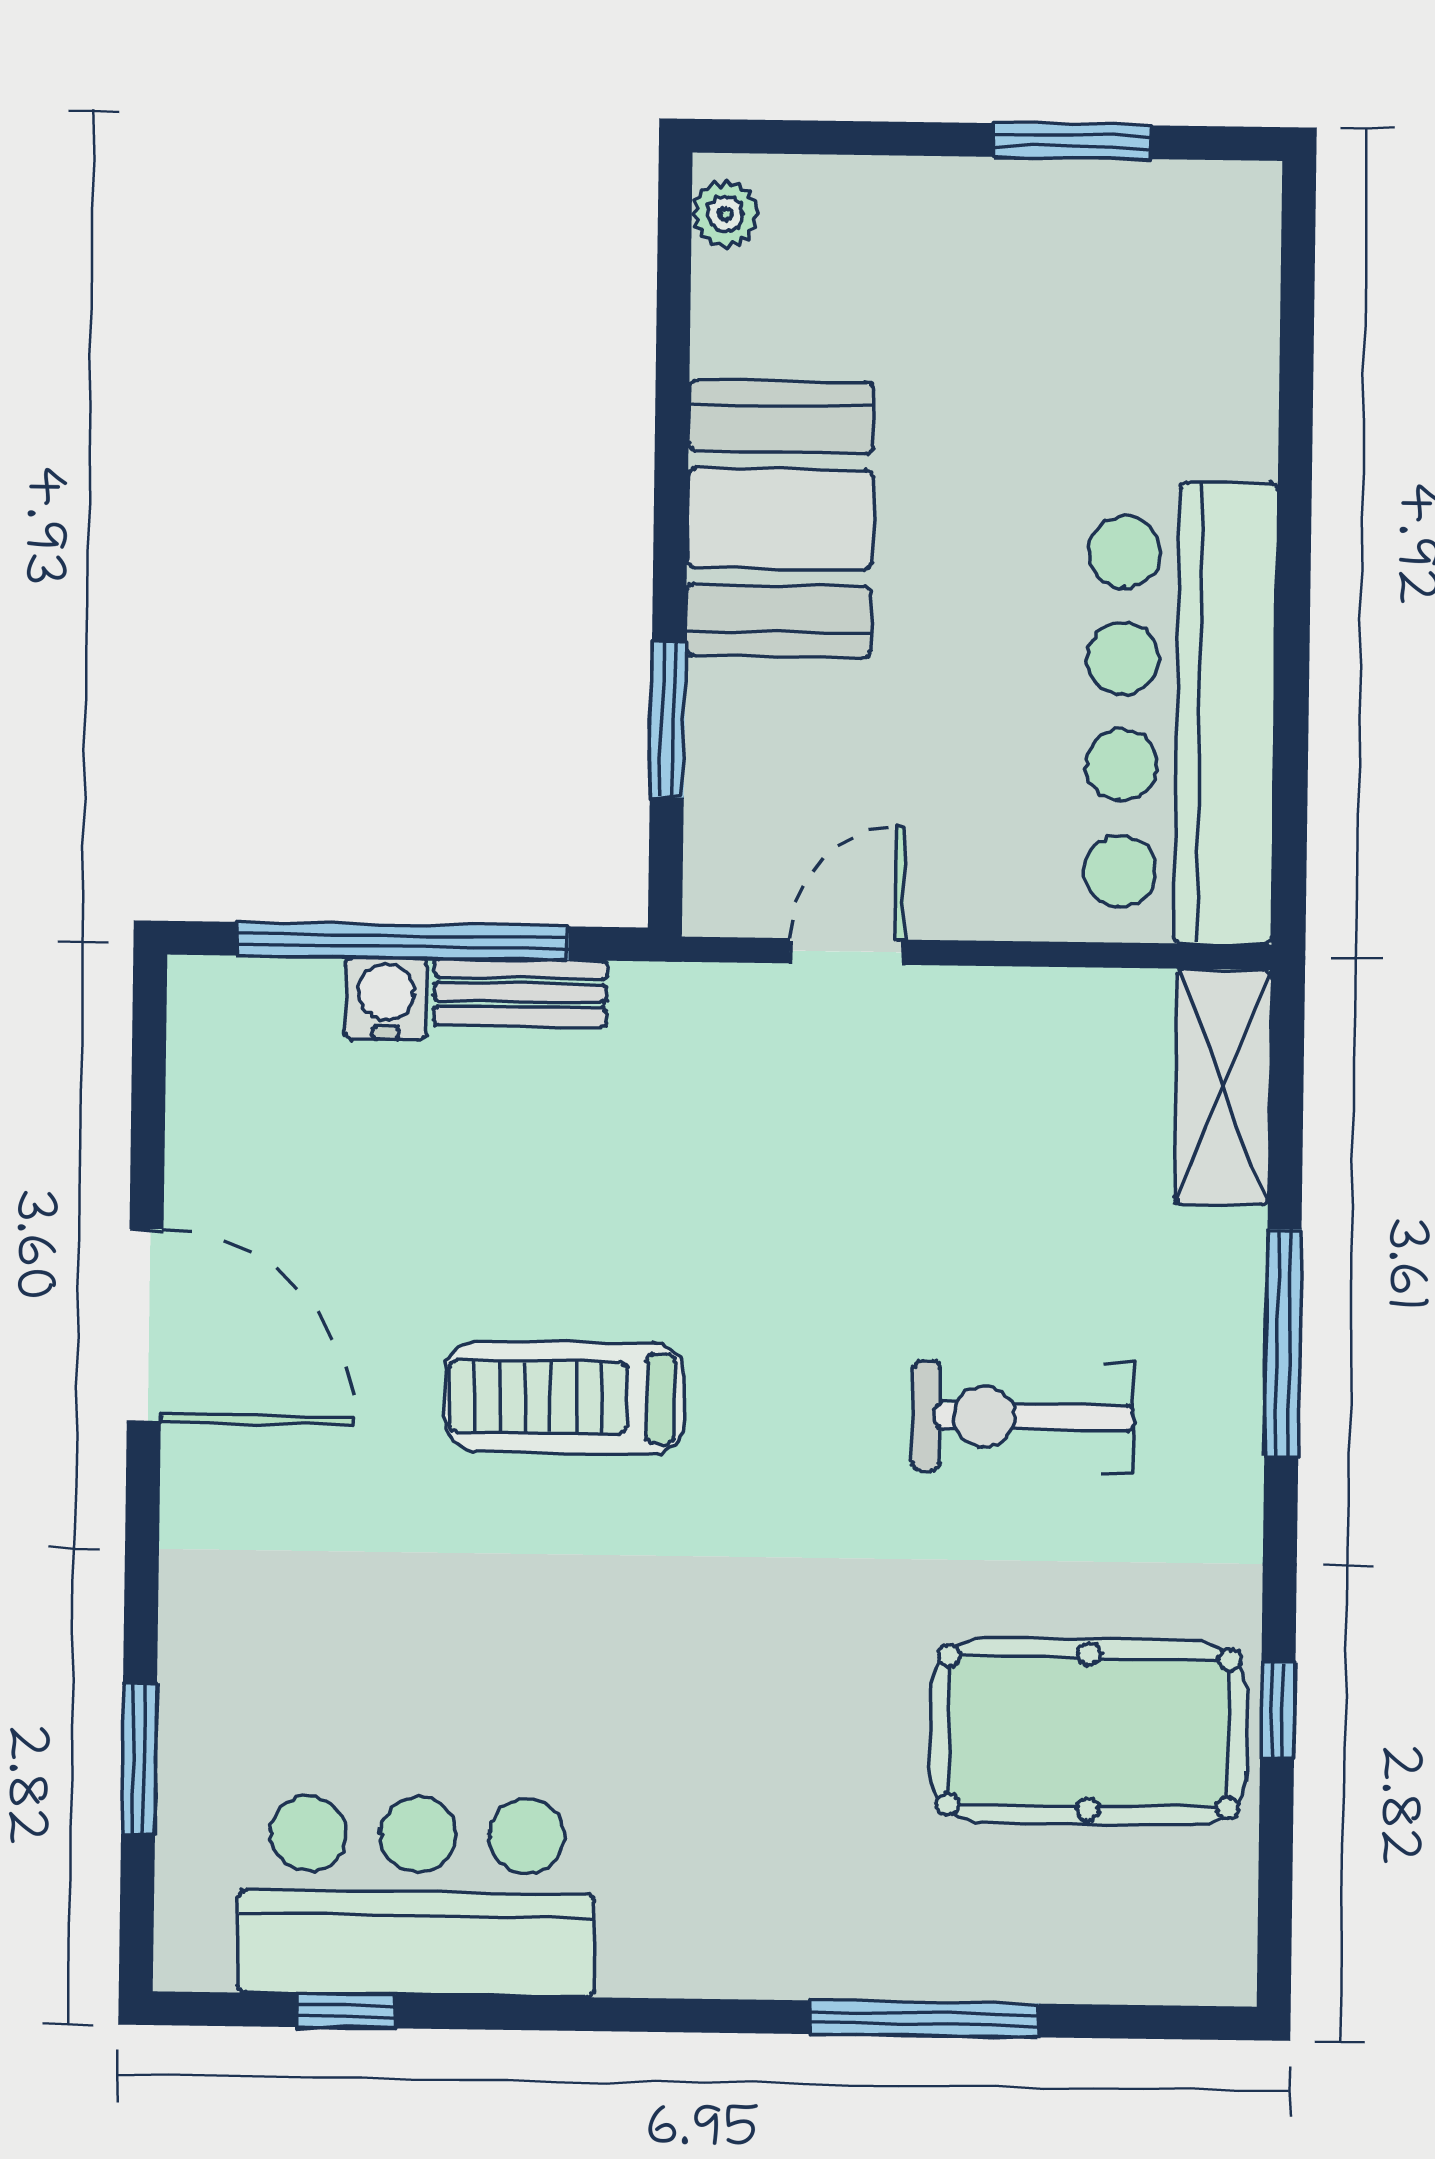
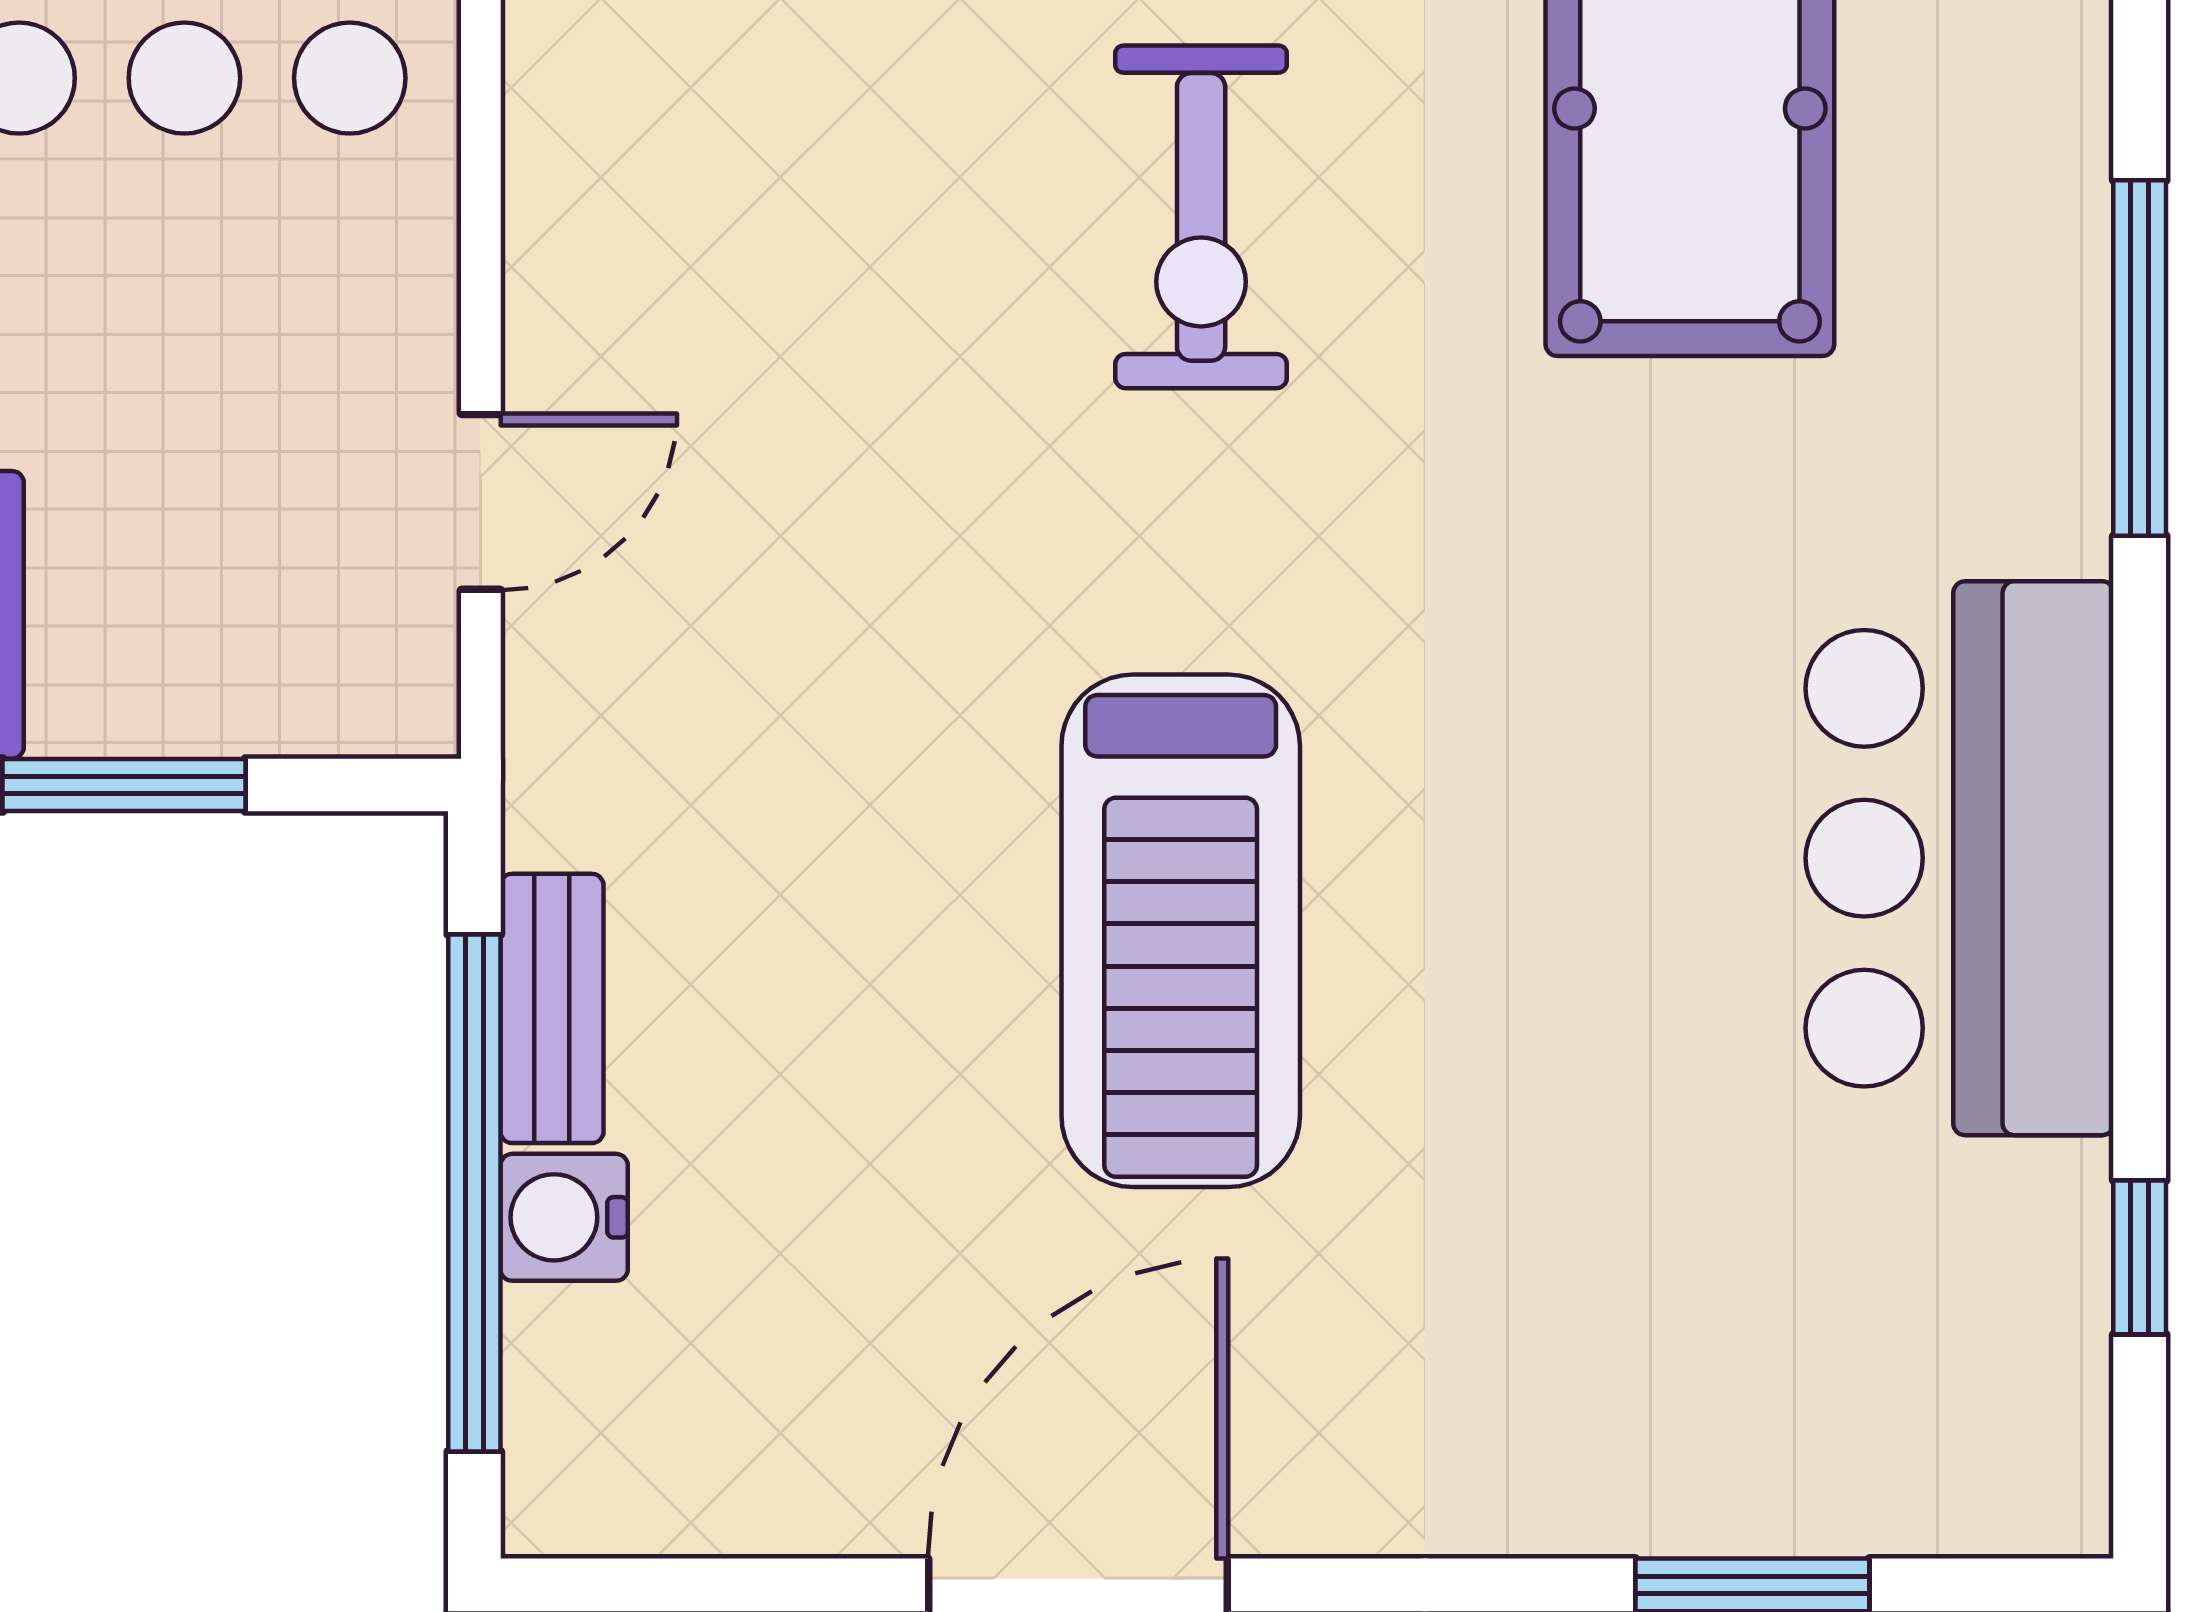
door: (847, 951) -> (481, 502), swing flipped
treadmill: (565, 1397) -> (1181, 931), width x1.37, depth x1.38
bar counter: (417, 1896) -> (1960, 858), moved

